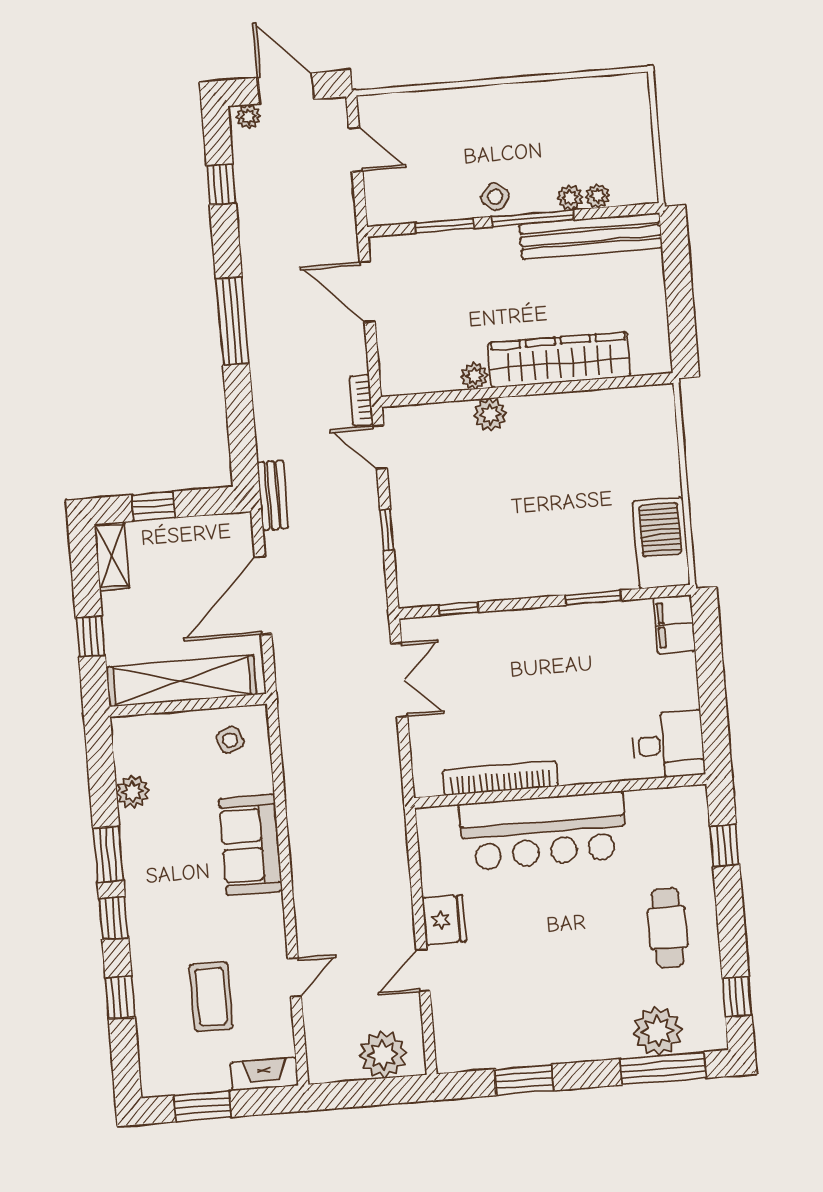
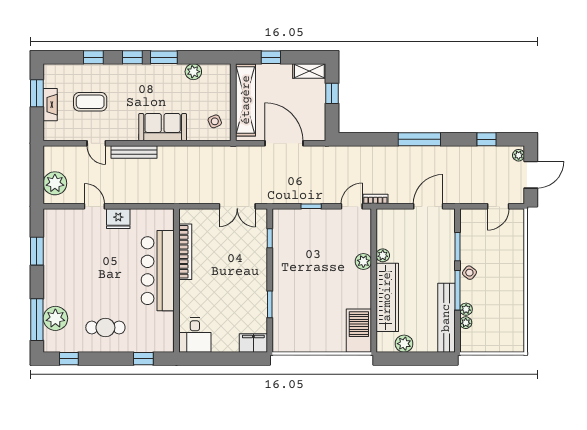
plant: (650, 318) -> (404, 344), added
bench: (273, 495) -> (134, 152), moved, width x1.36
barbecue: (661, 543) -> (359, 331), moved, turned -90
fireplace: (264, 1074) -> (50, 105), moved

